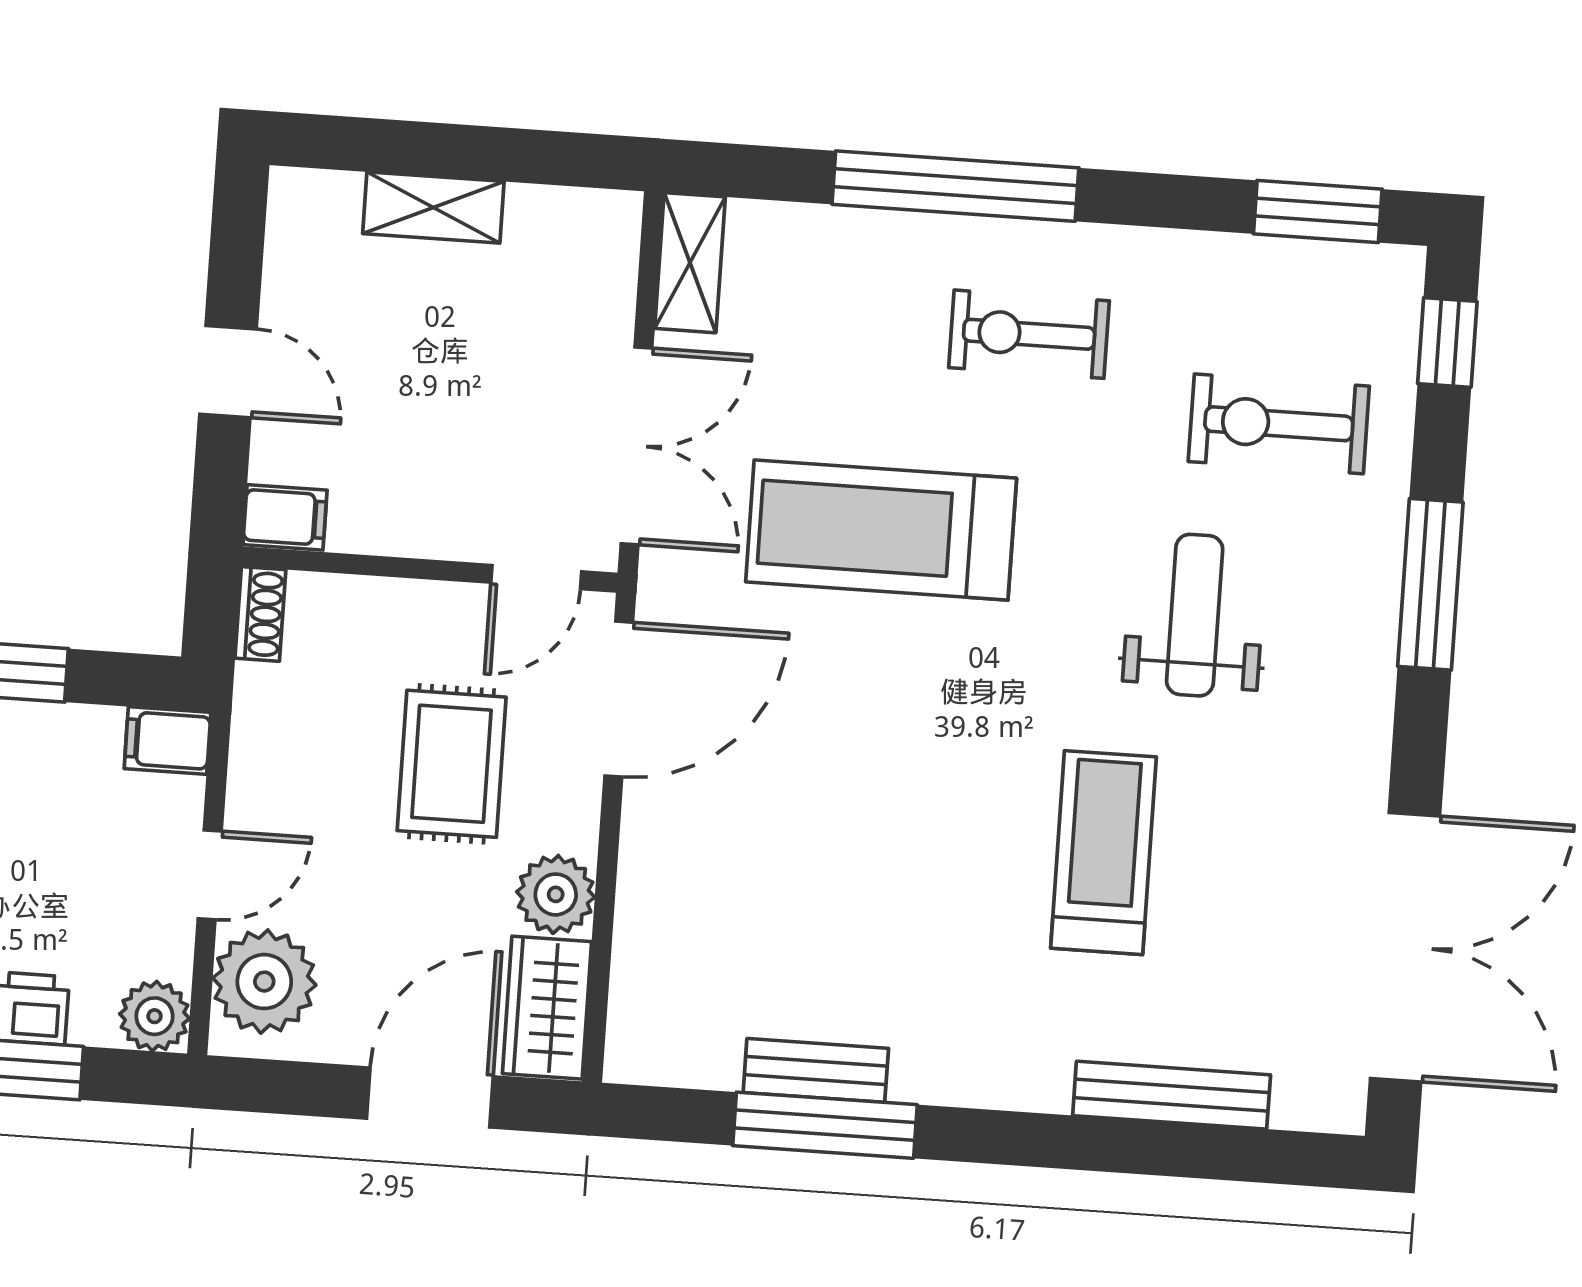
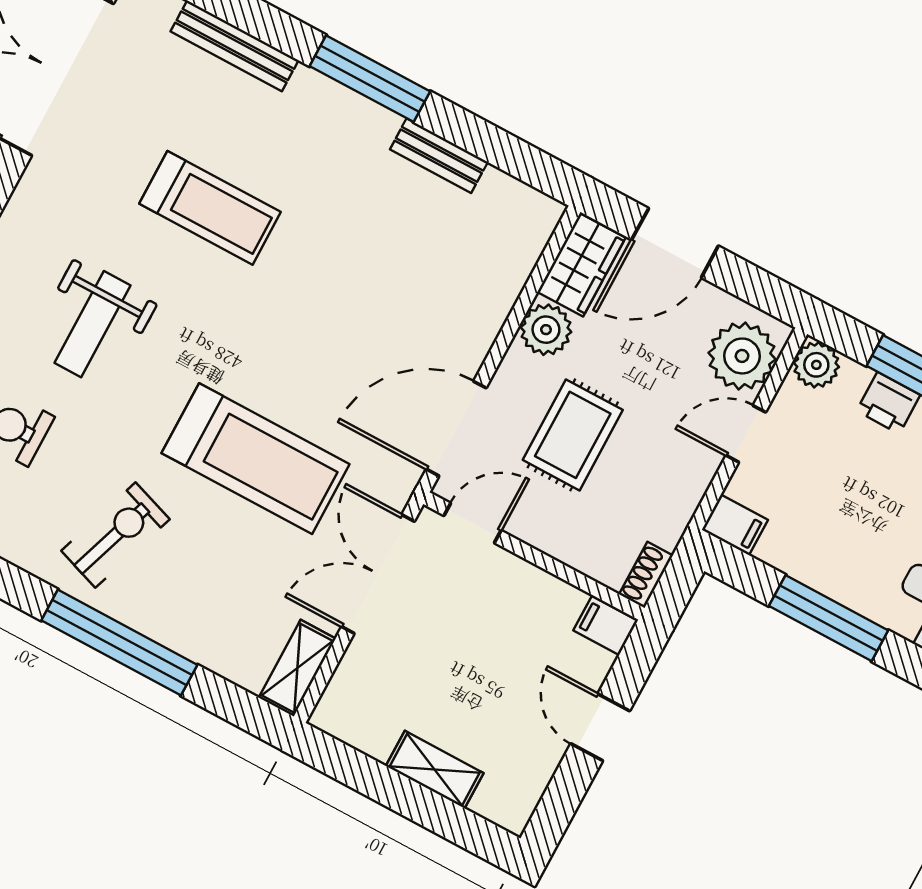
exercise bike: (1029, 334) -> (115, 535), turned -71
treadmill: (1104, 853) -> (210, 208), turned -90
window: (825, 1125) -> (370, 79), moved

